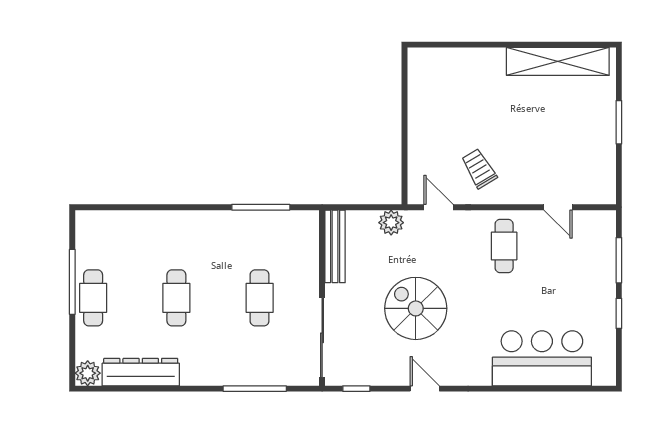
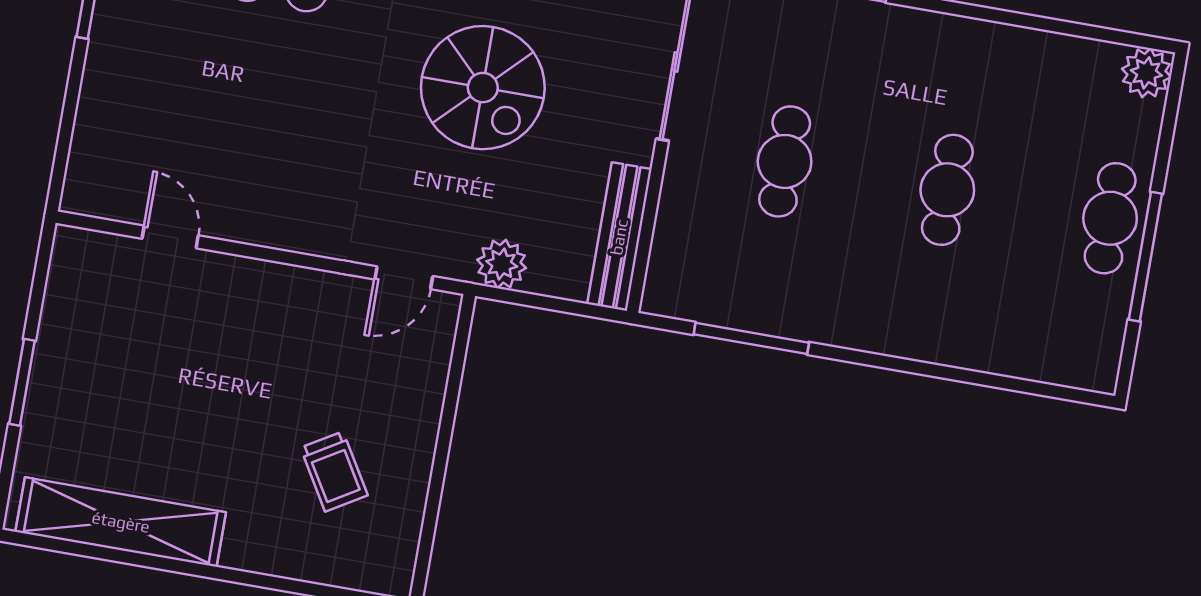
trolley: (479, 168) -> (334, 472), moved
door: (439, 207) -> (404, 278), hinge flipped
cafe table: (504, 246) -> (289, 180), removed
window: (619, 260) -> (69, 112), removed
dresser: (141, 372) -> (1042, 57), removed

